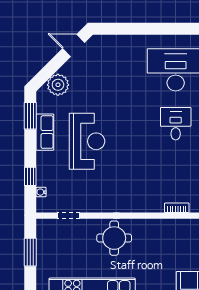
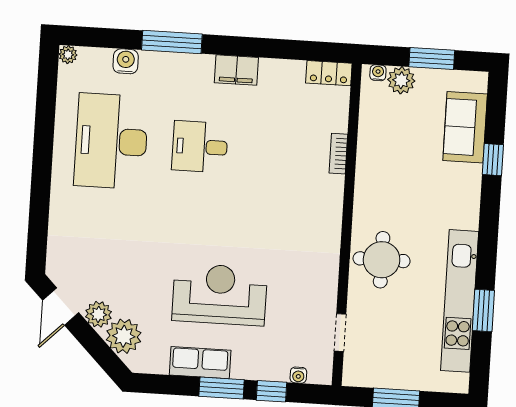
plant: (70, 69) -> (98, 314), added
window: (30, 116) -> (222, 388), moved

